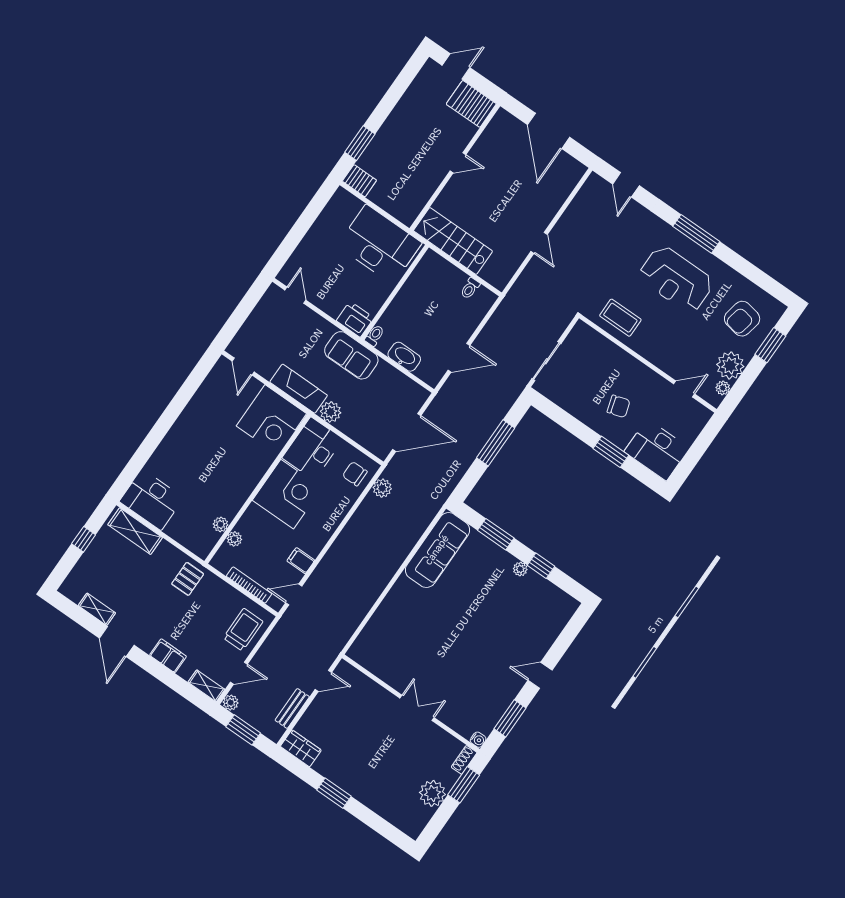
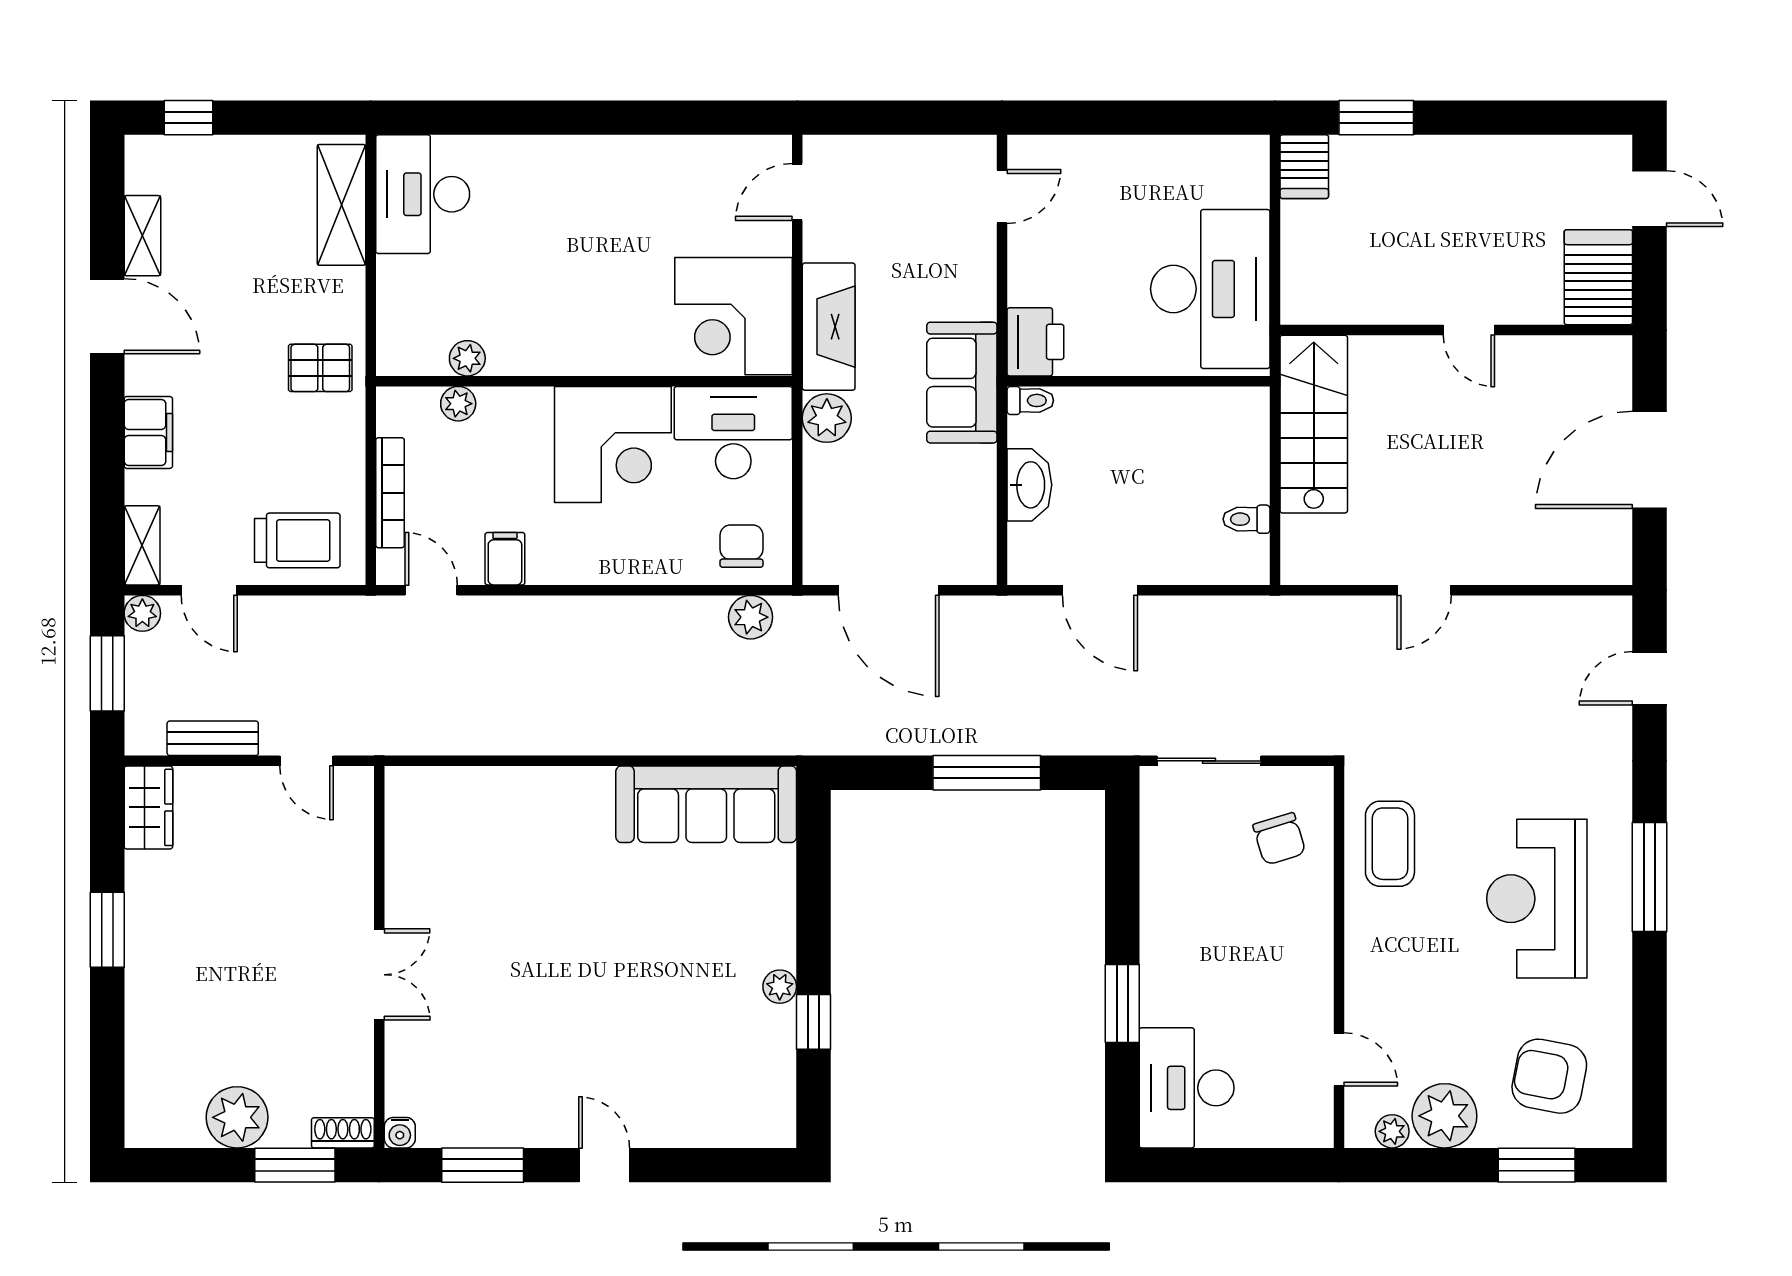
chair: (619, 406) -> (1279, 839), moved
window: (496, 534) -> (814, 894), removed
window: (84, 539) -> (188, 118), moved
door: (117, 642) -> (107, 316), swing flipped

